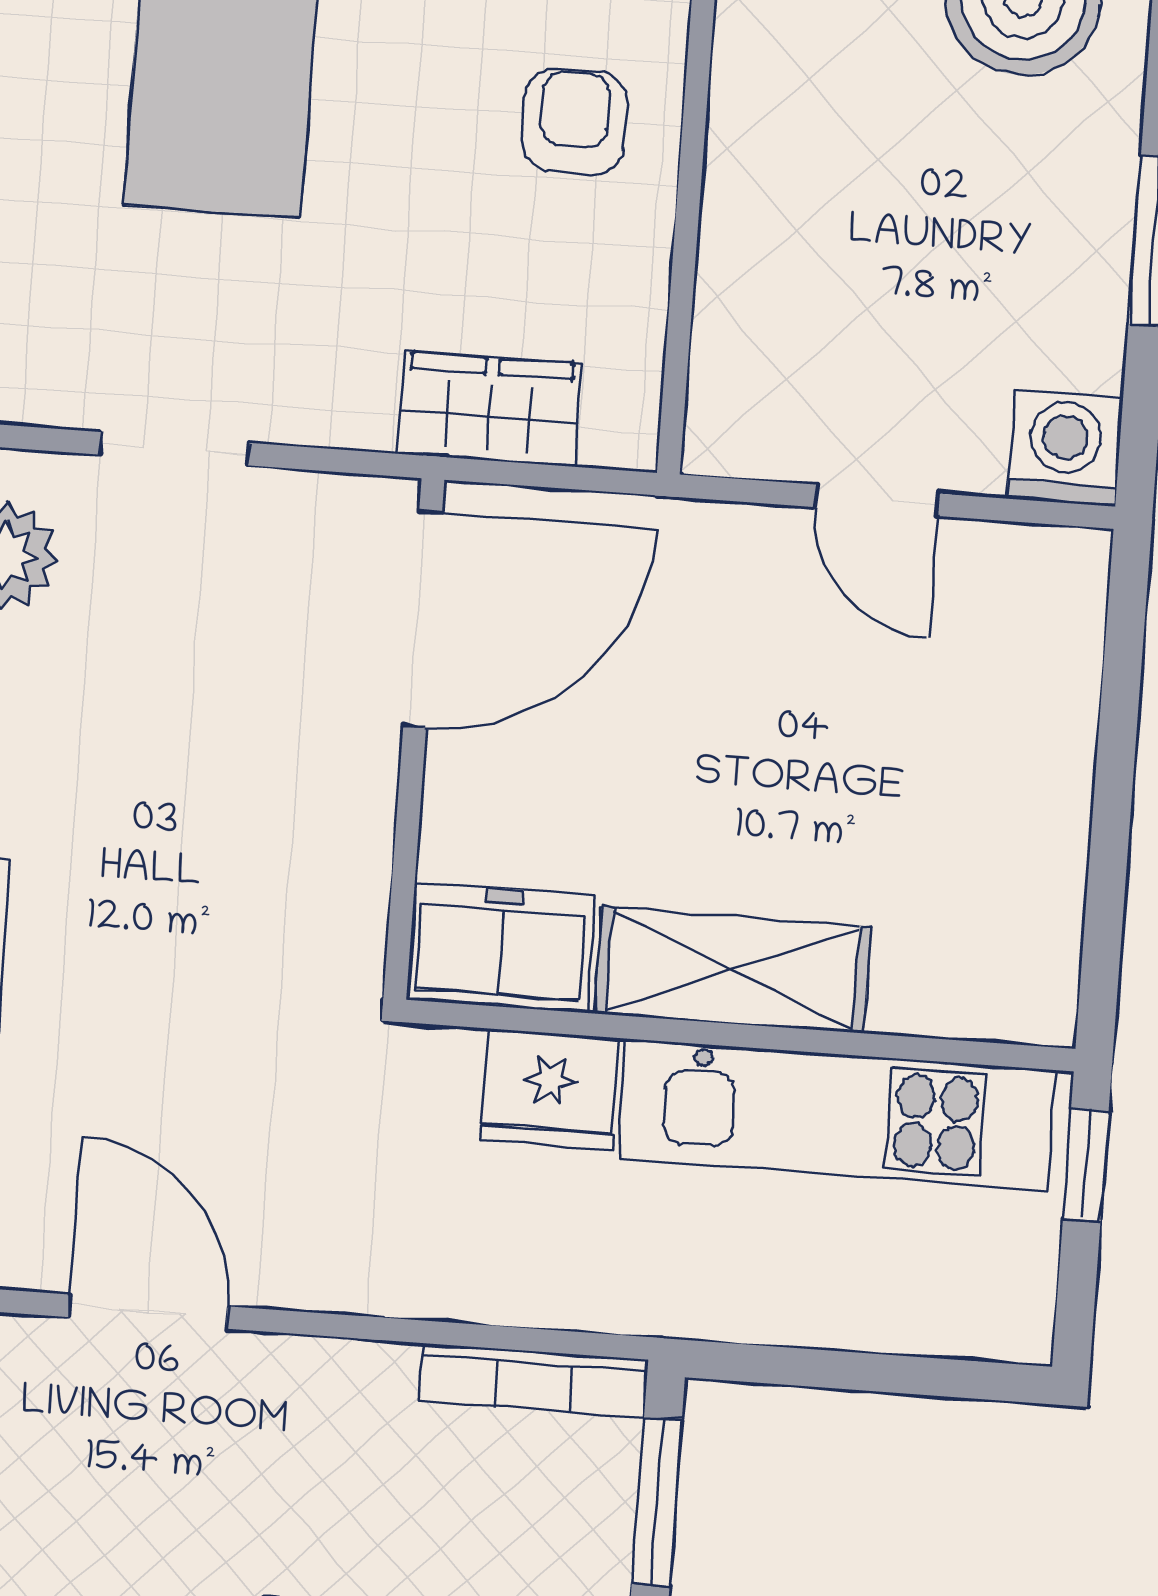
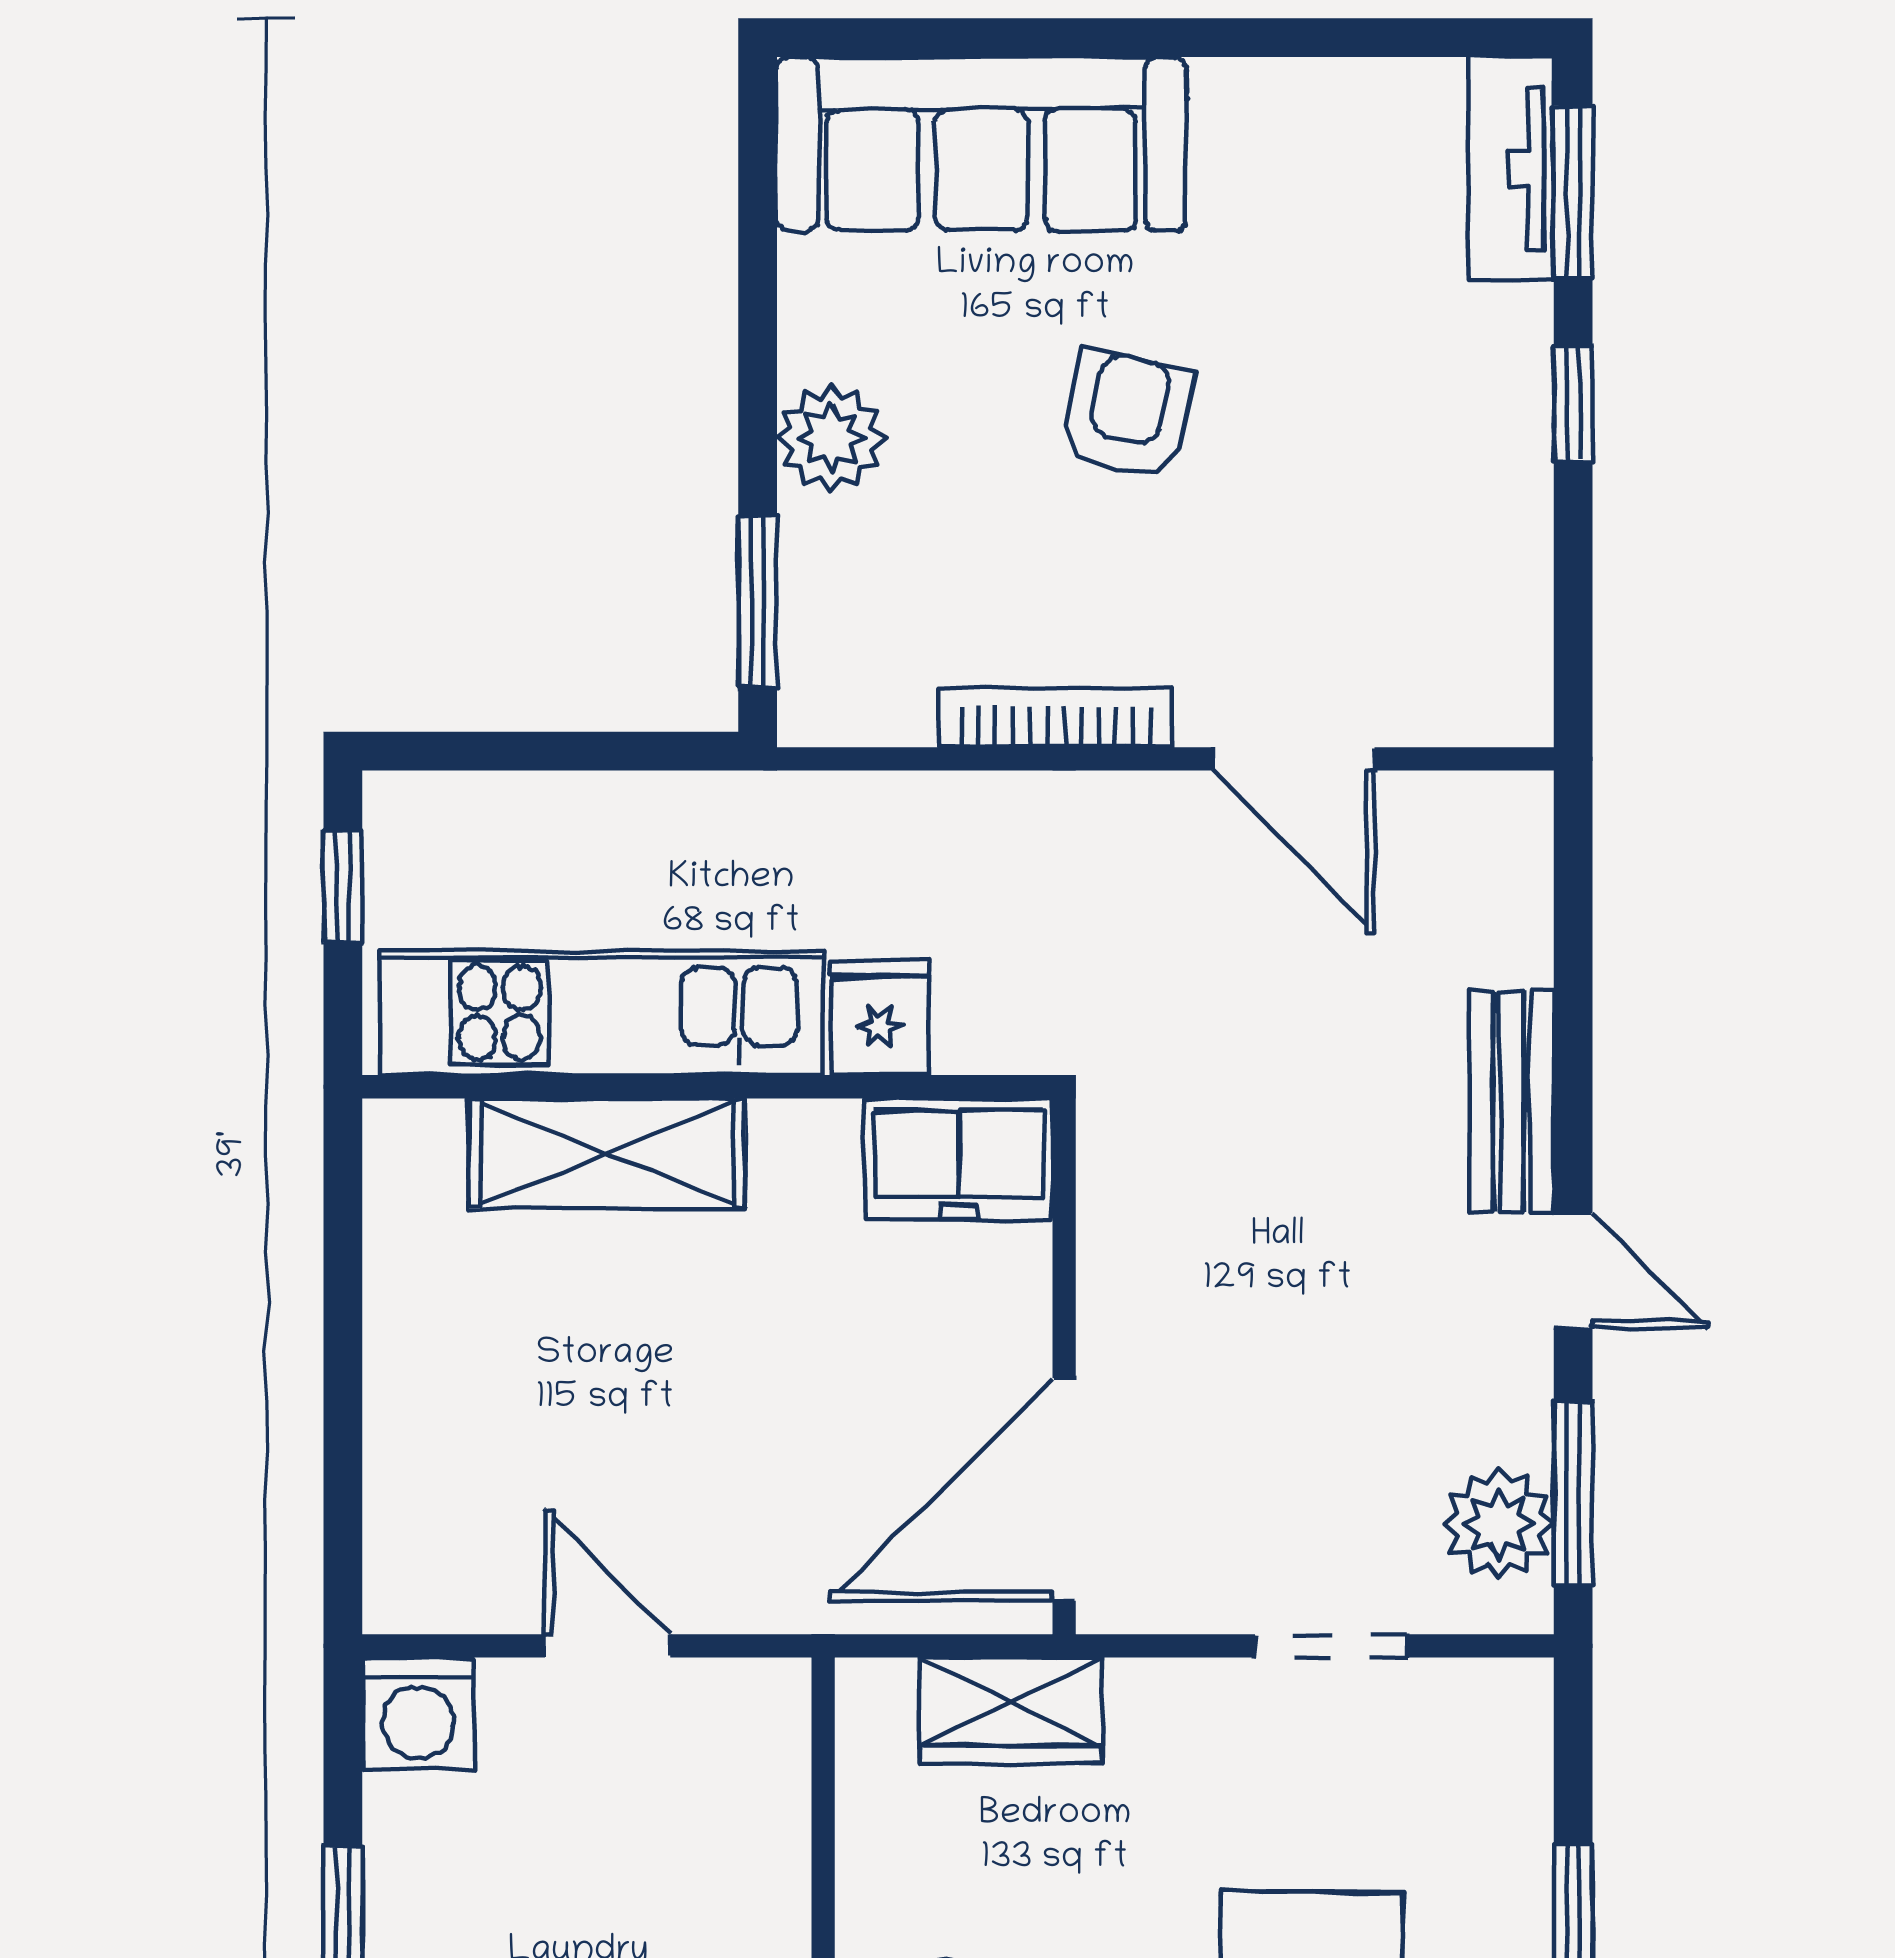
shelving: (733, 970) -> (607, 1153), moved
fridge: (550, 1089) -> (880, 1017), width x0.72
window: (1086, 1165) -> (343, 886), moved
bookcase: (534, 1380) -> (1056, 718), moved

